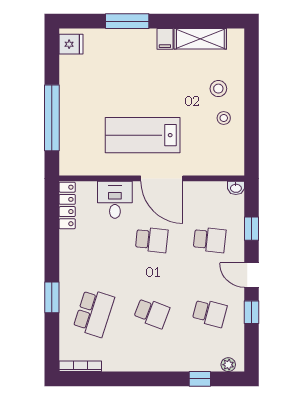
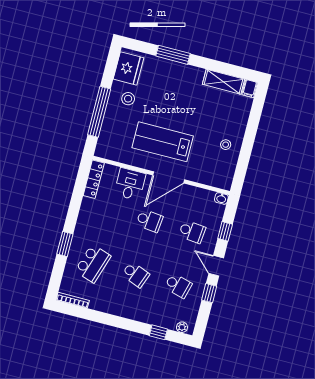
filing cabinet: (165, 39) -> (250, 89), moved
fridge: (71, 44) -> (129, 68), width x1.88, depth x1.34
stool: (218, 89) -> (128, 99), moved
door: (162, 178) -> (169, 177), hinge flipped

